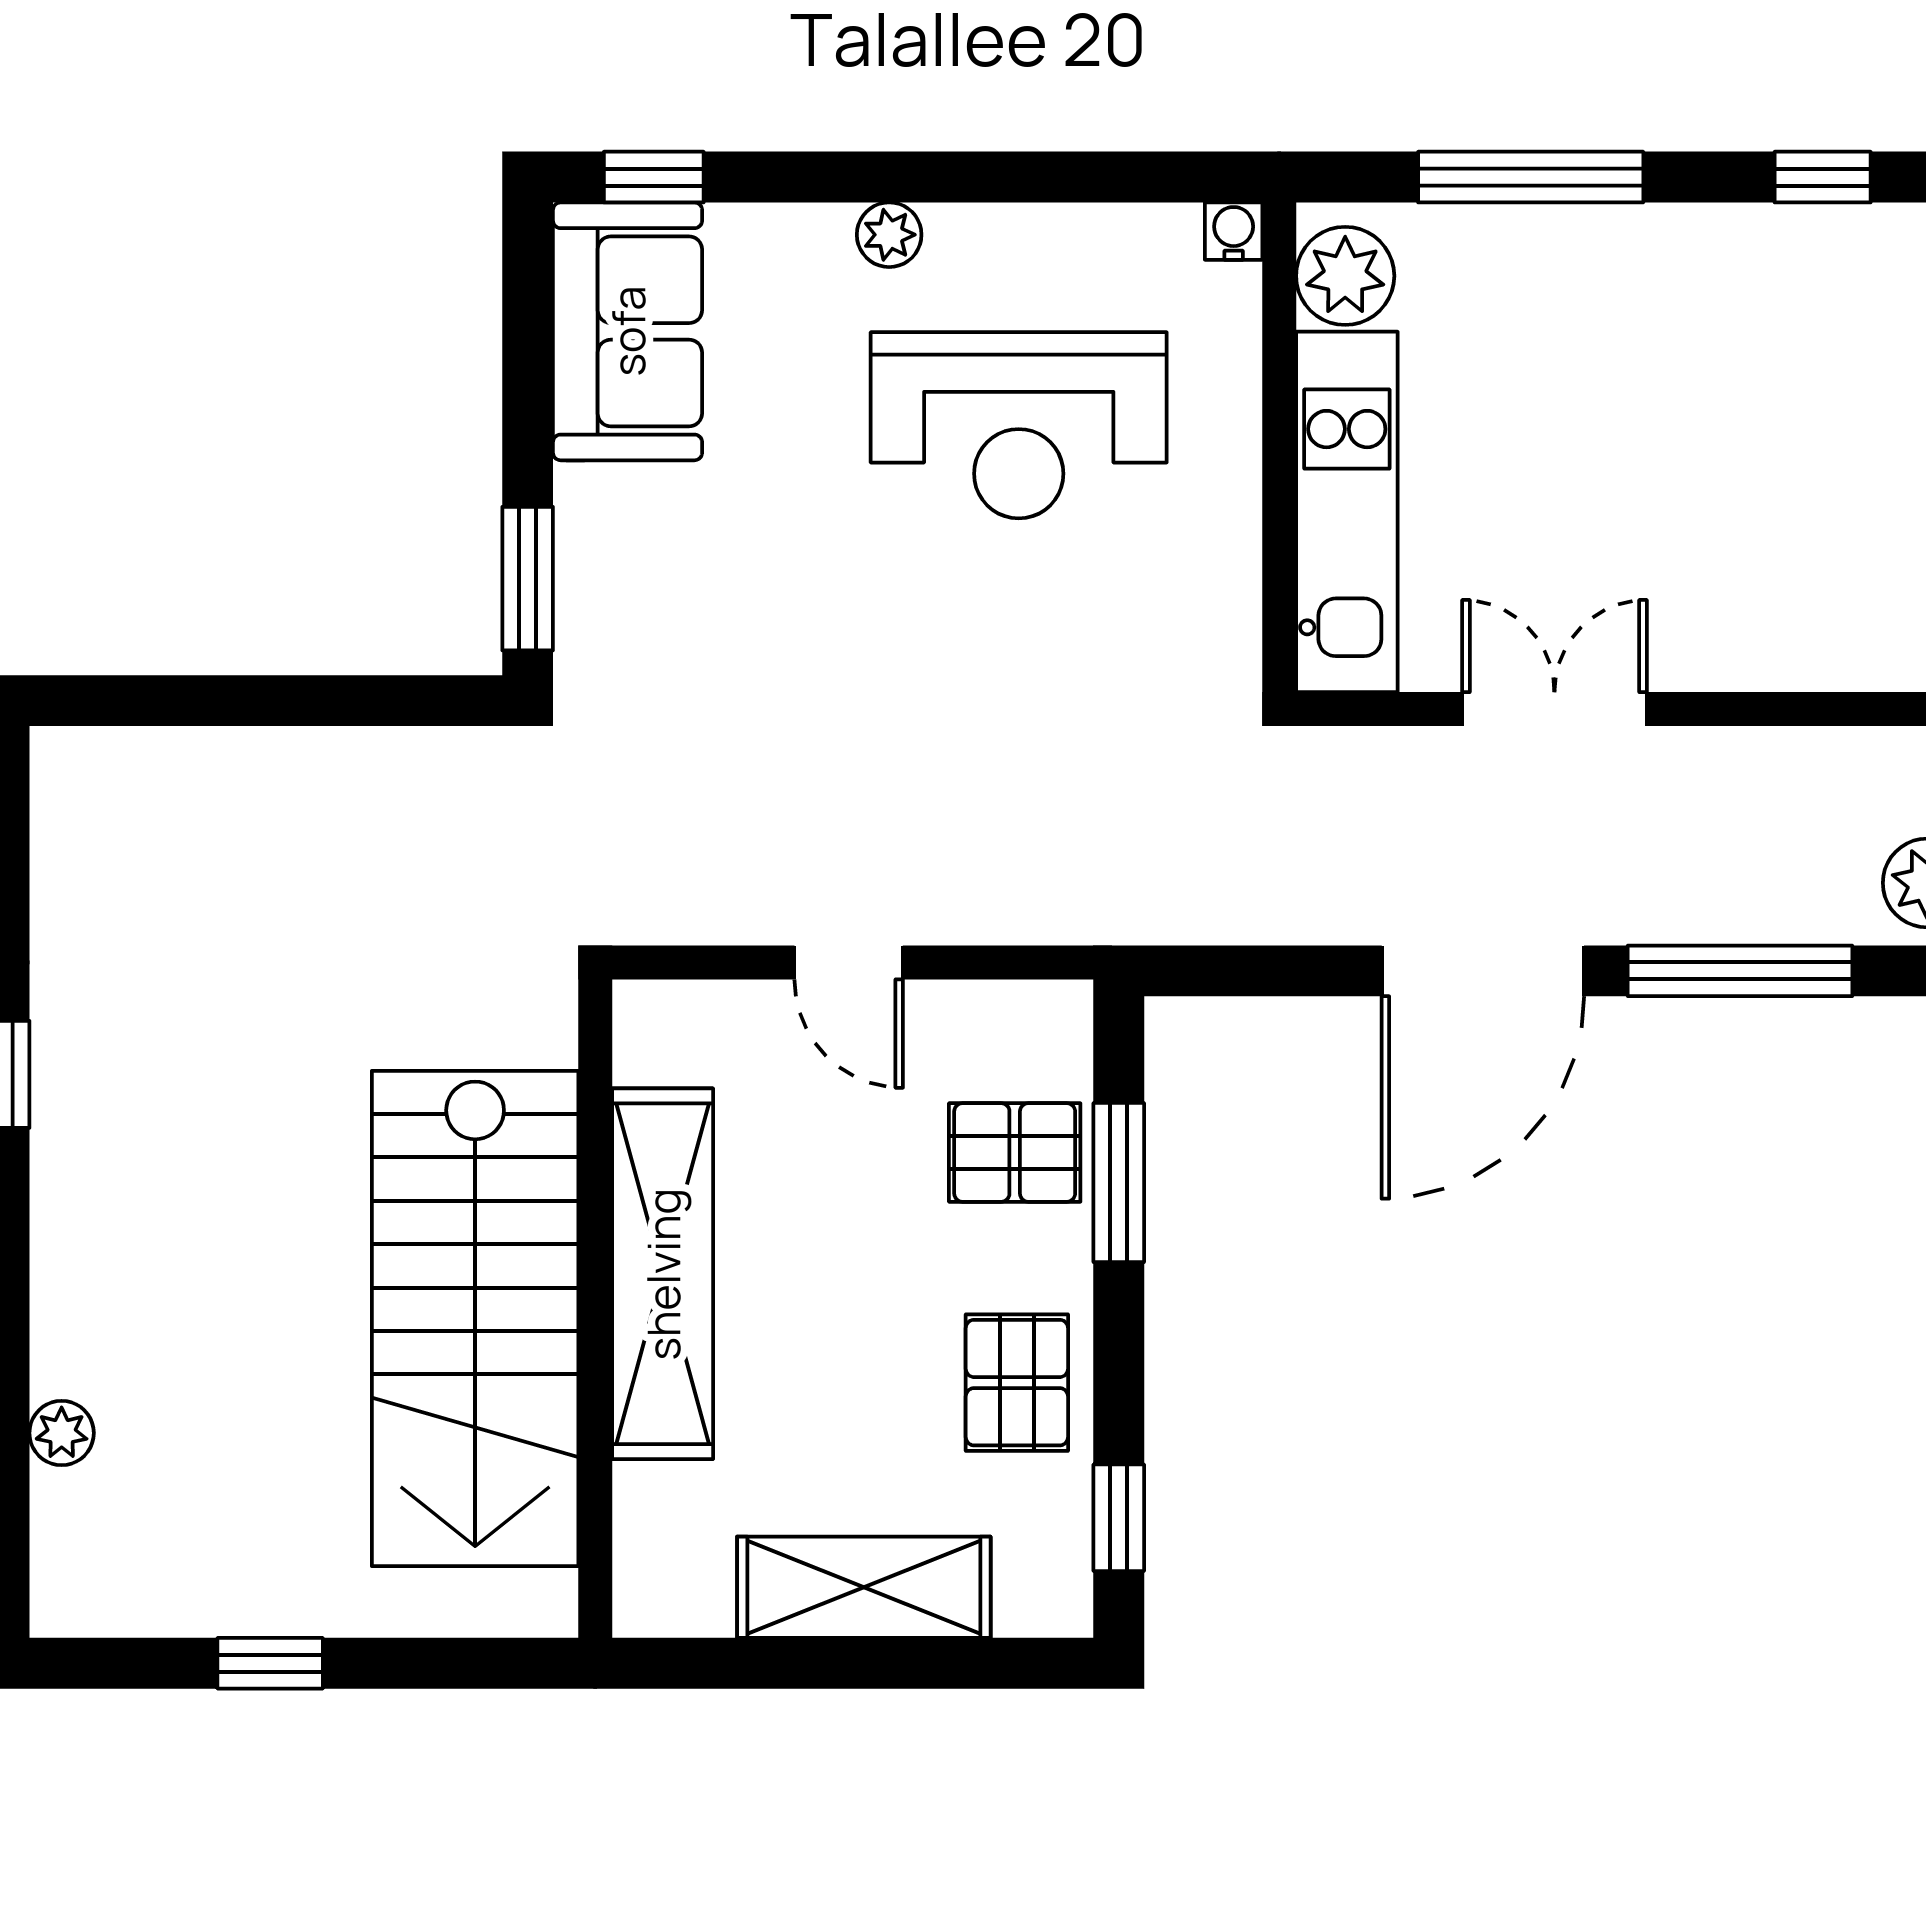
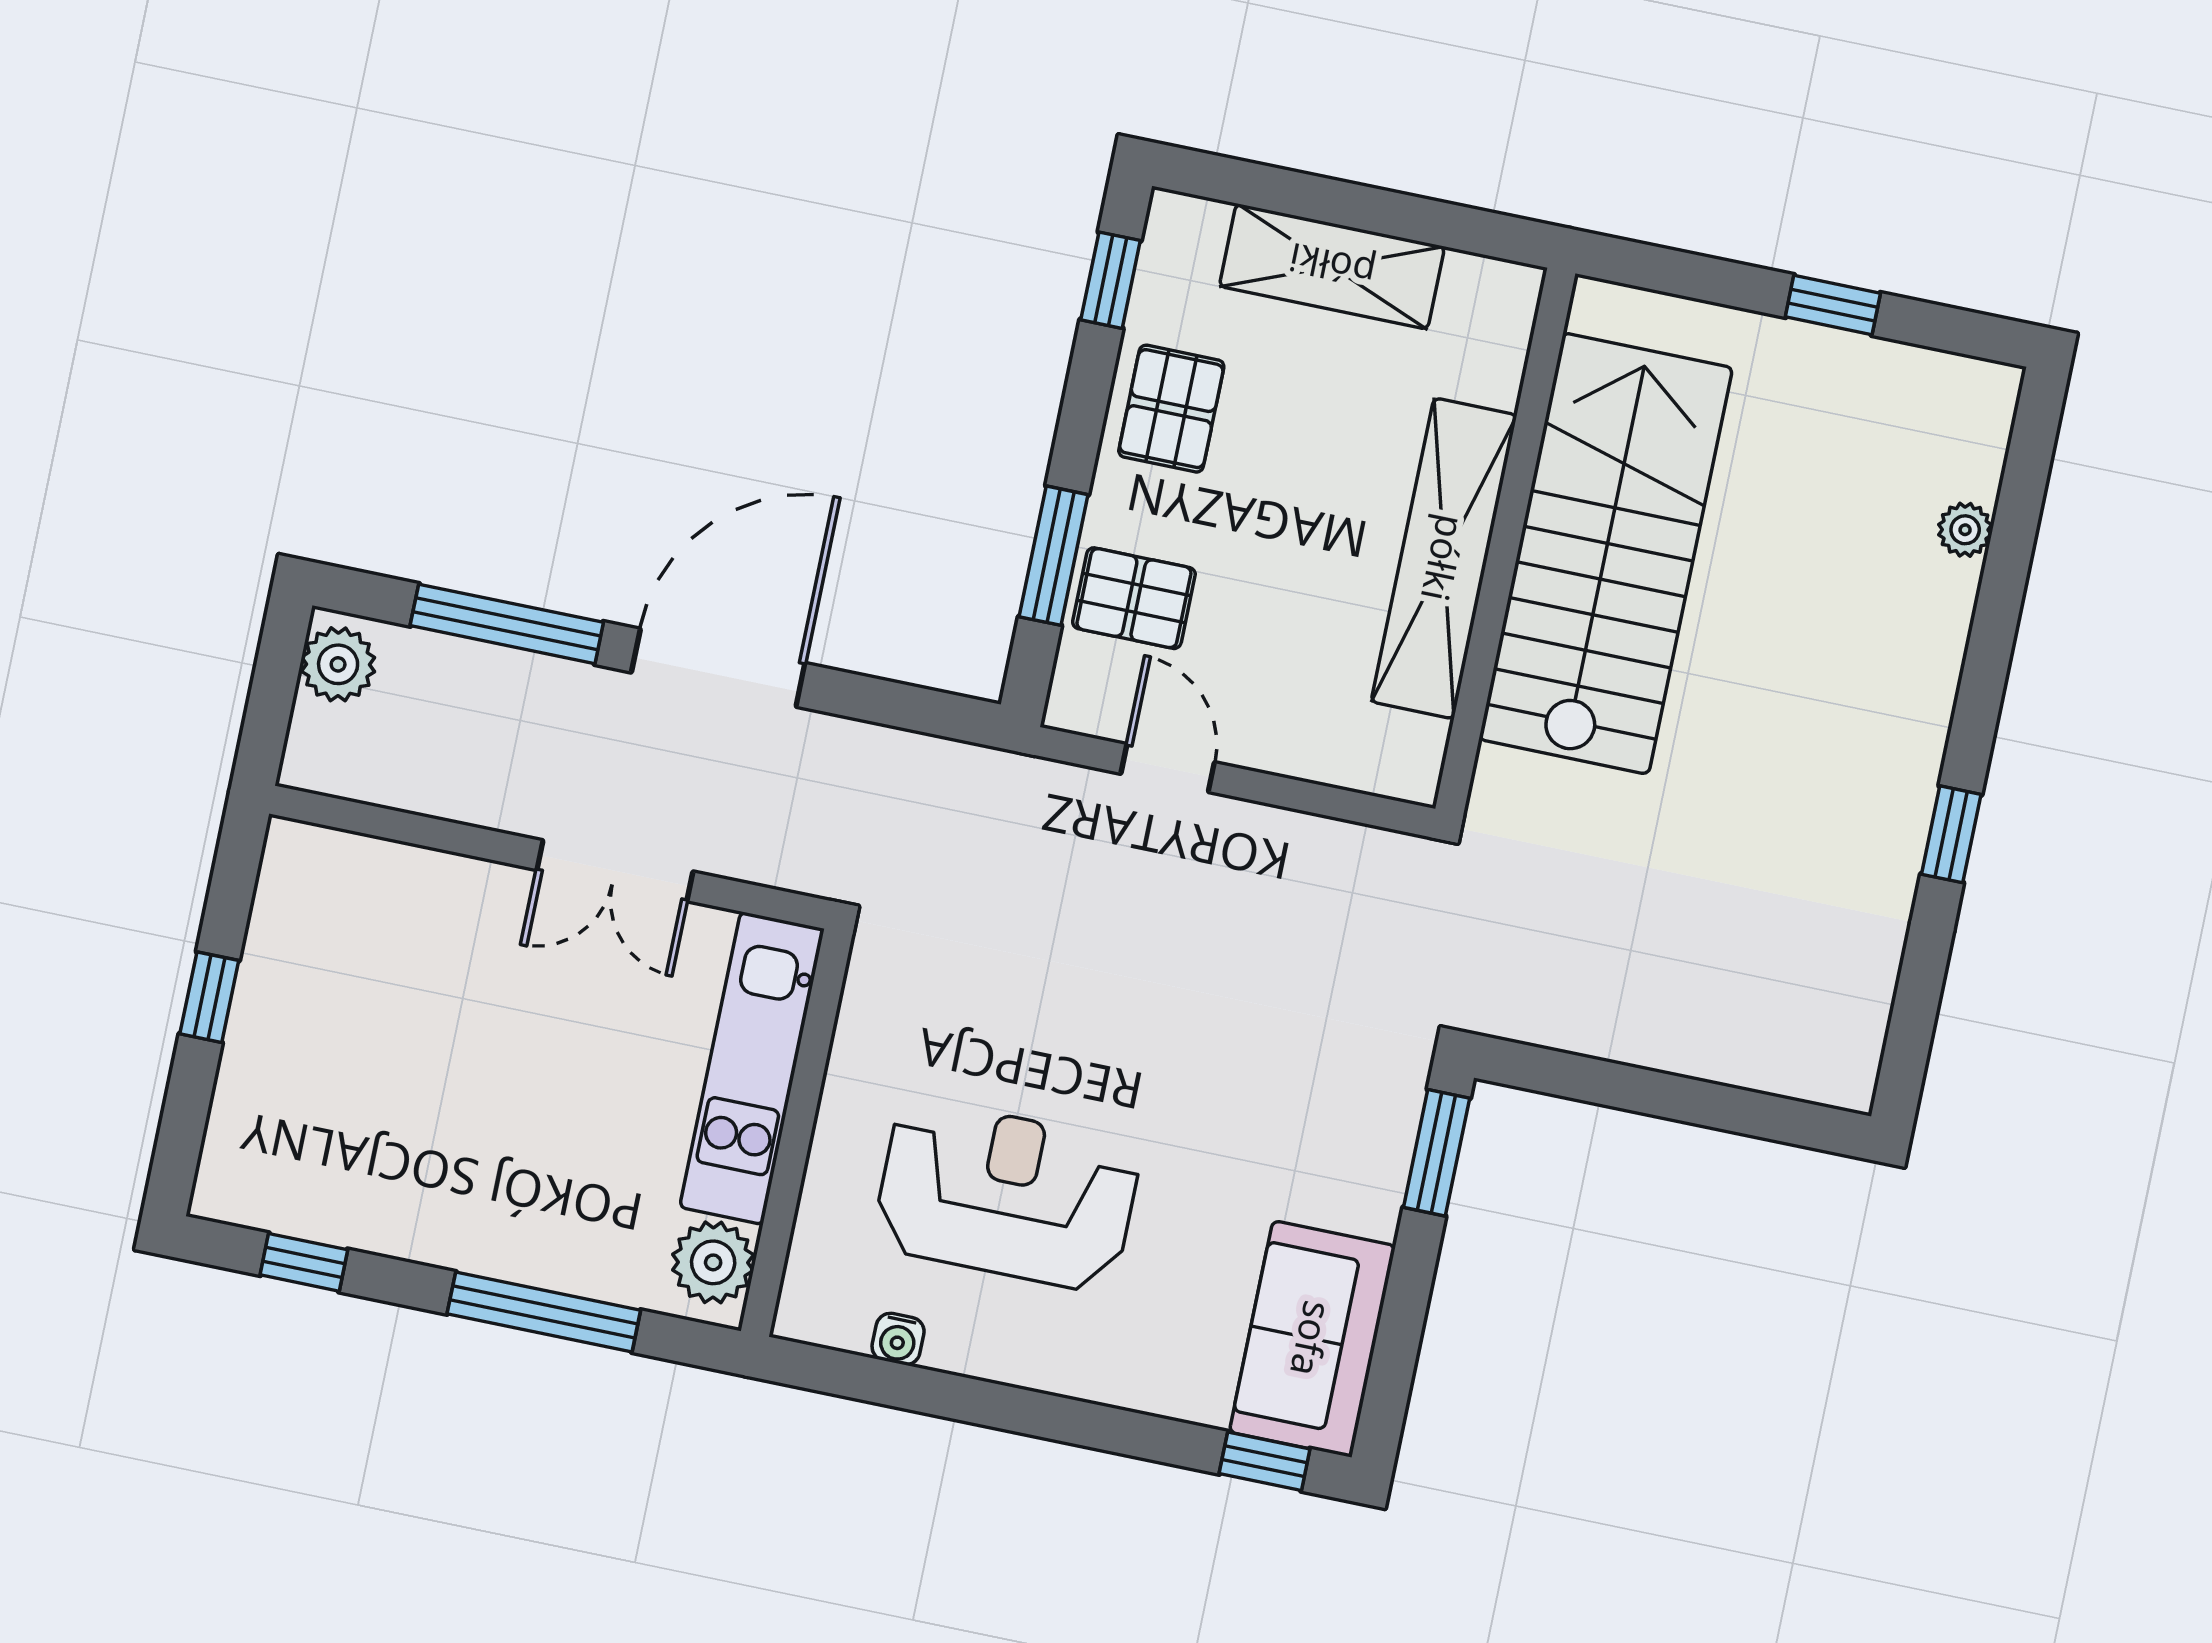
water cooler: (1234, 231) -> (898, 1339), moved
plant: (889, 235) -> (1081, 1374), removed
door: (849, 962) -> (1168, 768), moved

